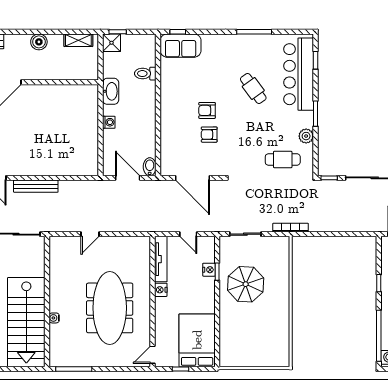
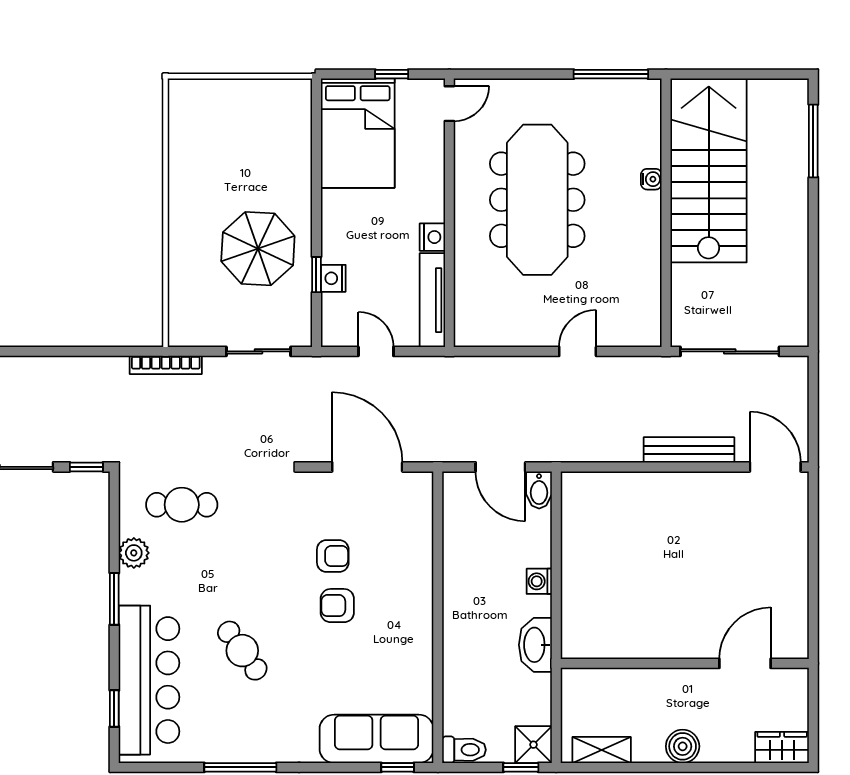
sofa: (181, 46) -> (376, 739), width x1.36
toilet: (145, 74) -> (464, 750), moved
armchair: (207, 110) -> (337, 606), turned 180
bidet: (150, 167) -> (539, 490), moved

